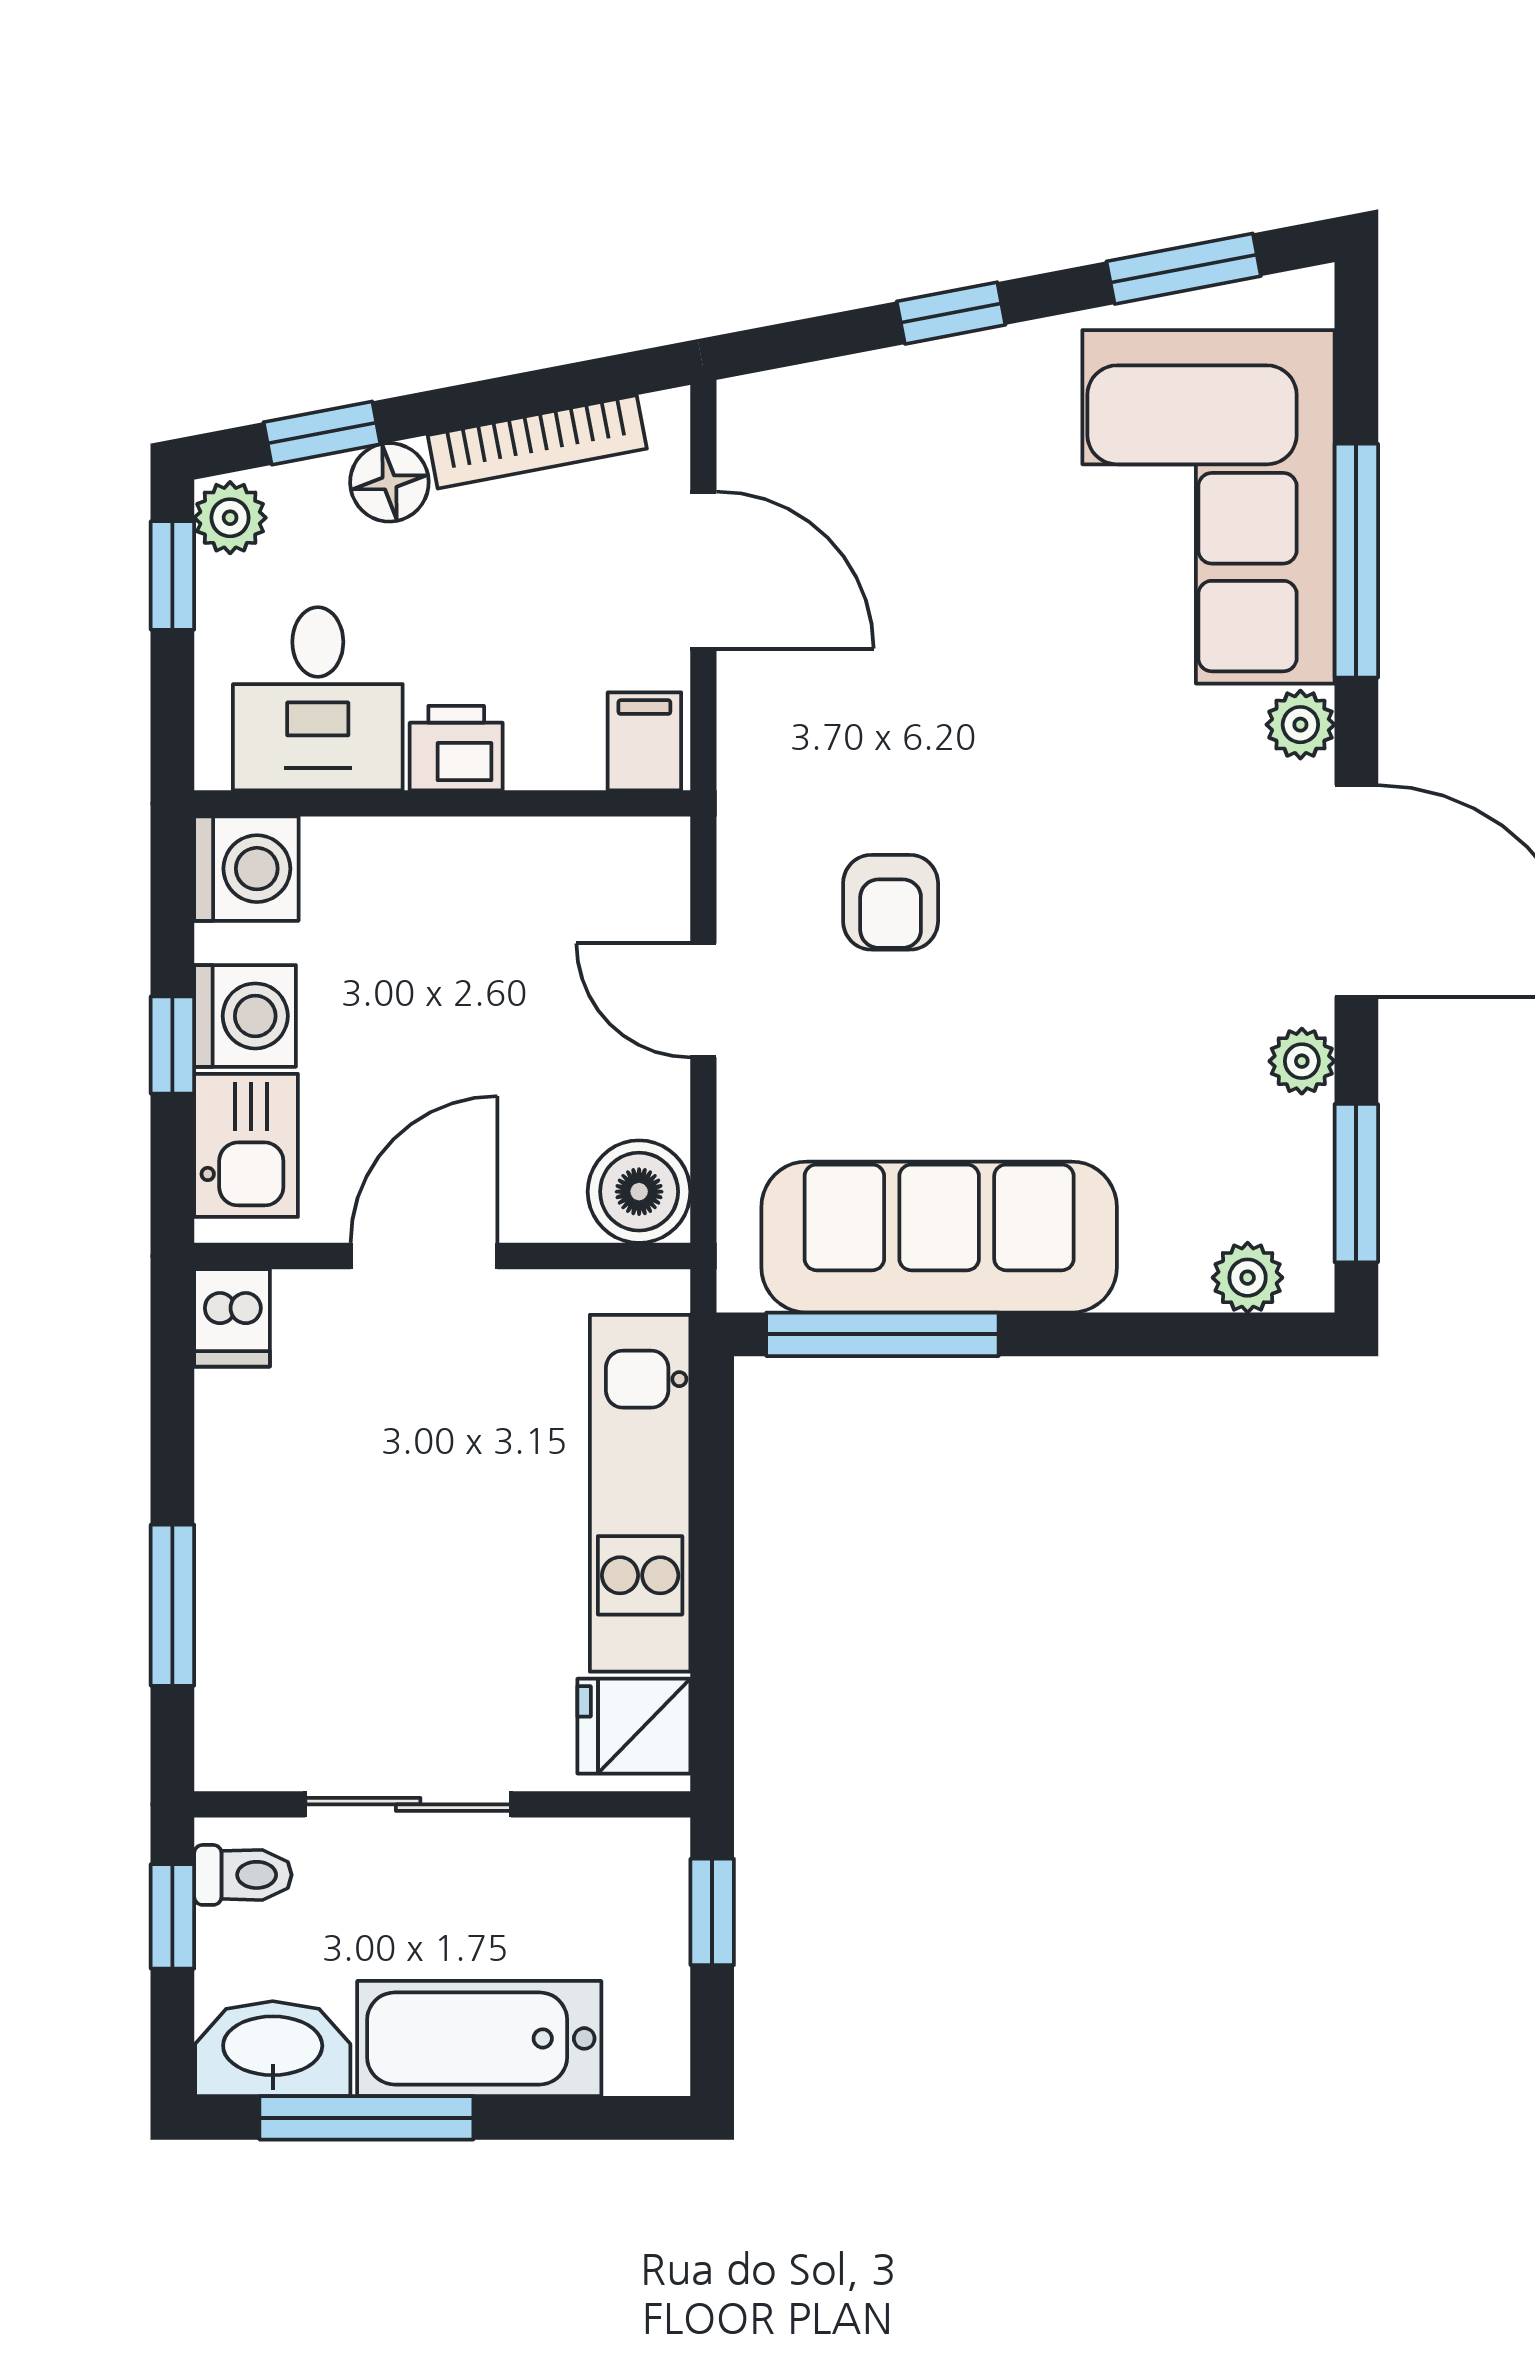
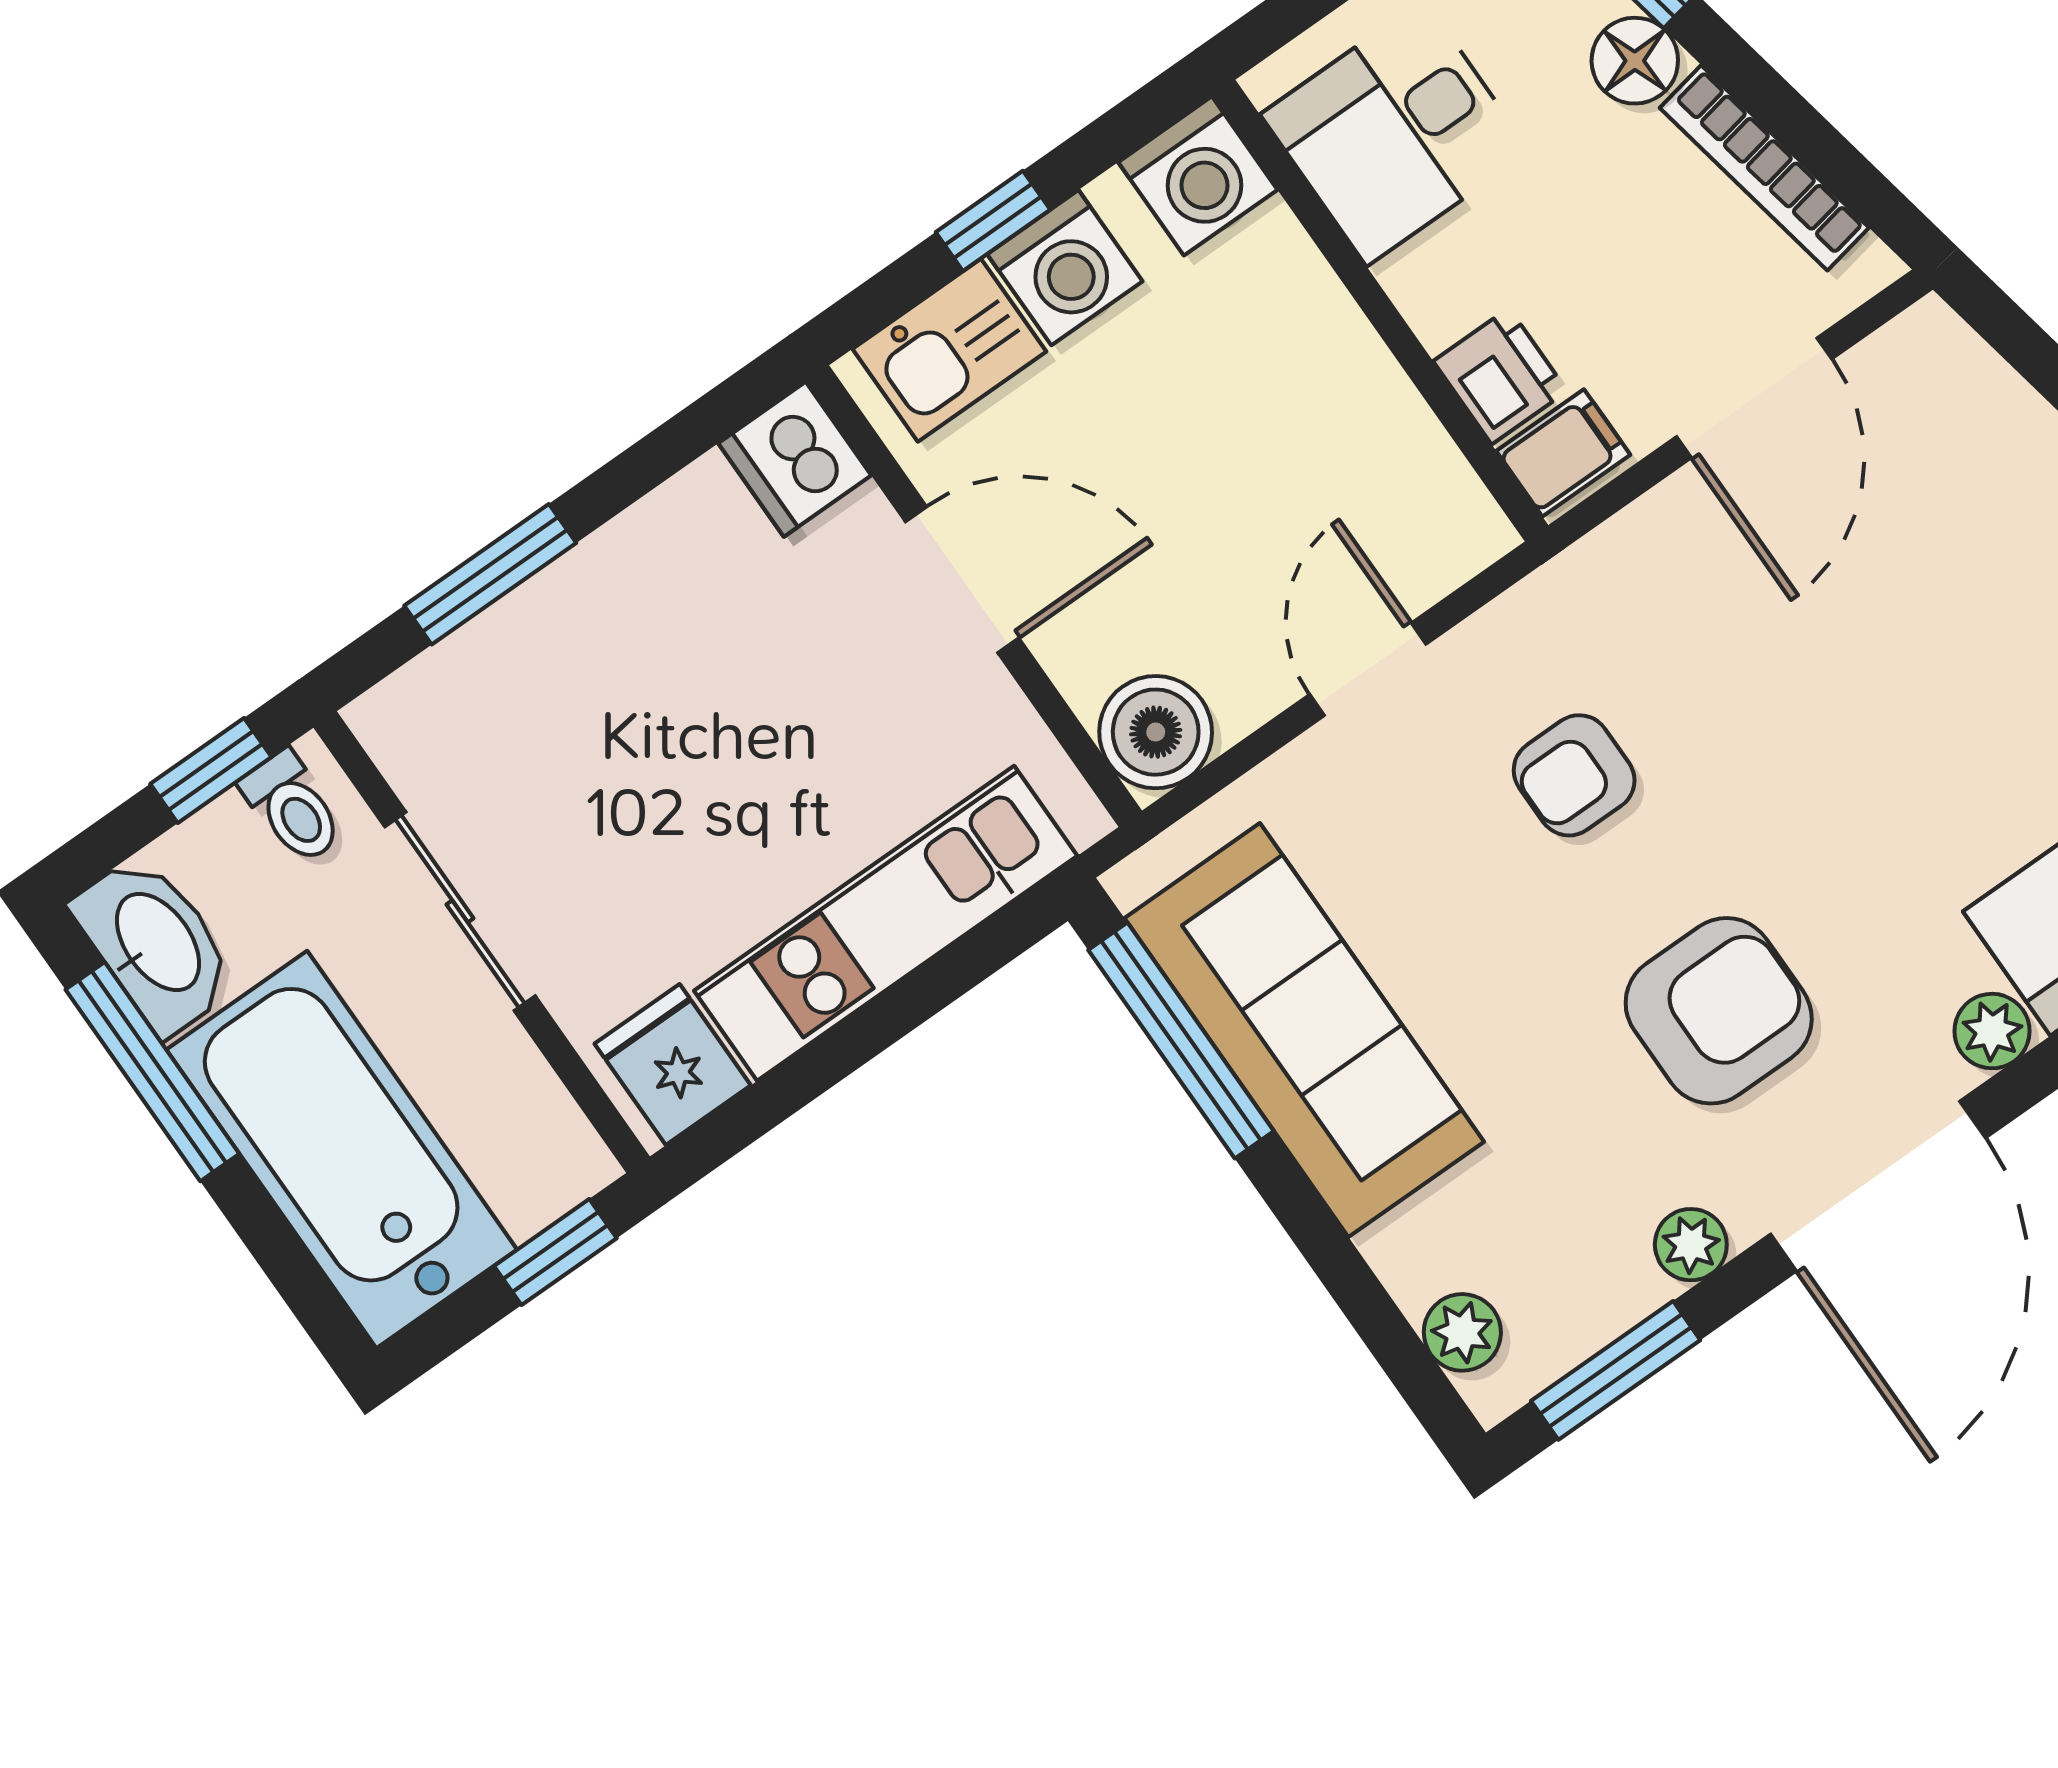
printer: (456, 748) -> (1500, 376), moved
armchair: (1142, 918) -> (1719, 1011), added
dishwasher: (232, 1318) -> (795, 459), width x1.38
bathtub: (479, 2038) -> (342, 1150), width x1.36, depth x1.36

